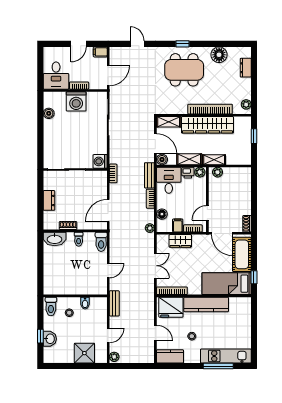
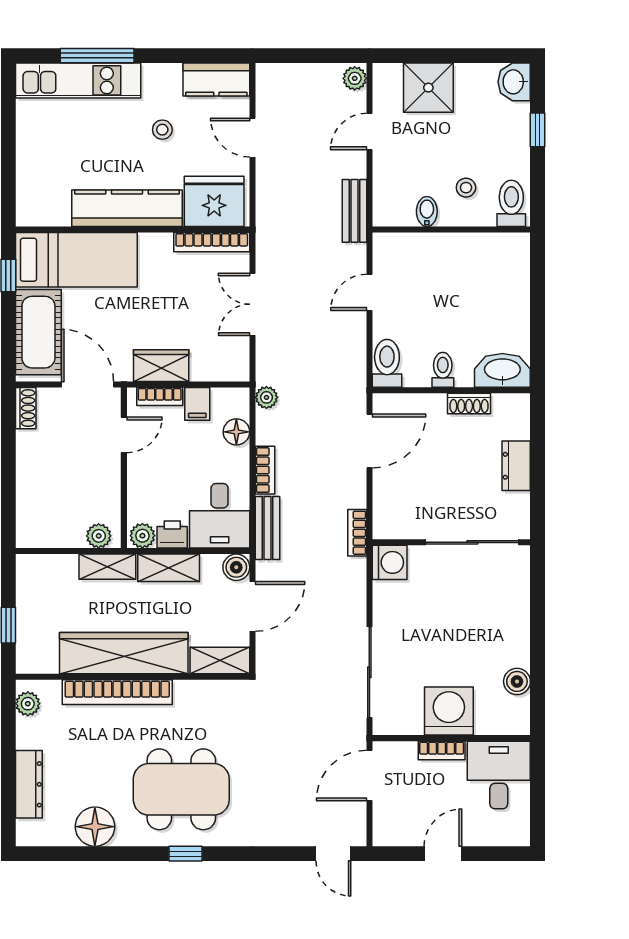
door: (137, 44) -> (333, 854), moved
filing cabinet: (100, 52) -> (389, 834), removed
dresser: (246, 68) -> (29, 784), width x1.44
door: (155, 144) -> (253, 606), swing flipped
wardrobe: (180, 241) -> (161, 366), moved
washbasin: (50, 339) -> (514, 82), moved

